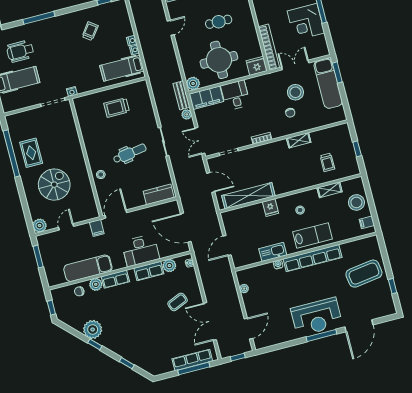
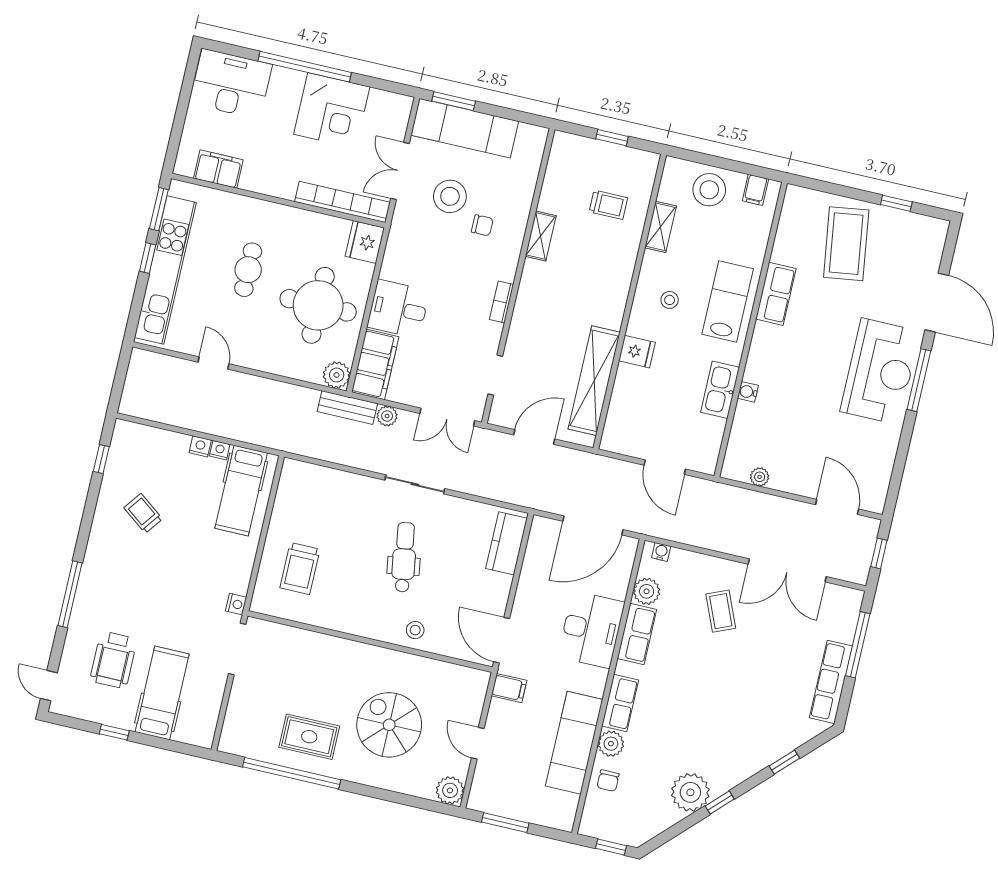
trolley: (116, 108) -> (300, 568), moved
row of seats: (313, 258) -> (776, 294), width x0.50
row of seats: (192, 360) -> (831, 682), moved

